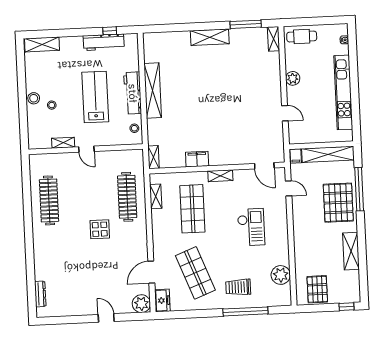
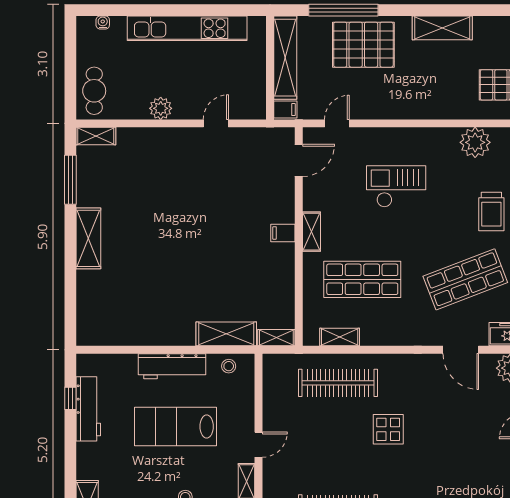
shelving: (153, 90) -> (226, 334), moved, width x0.68
filing cabinet: (197, 159) -> (283, 233), moved, width x0.50

